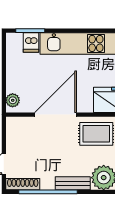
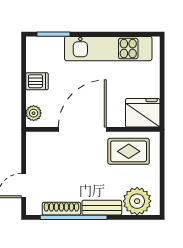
dishwasher: (31, 43) -> (37, 81), moved, turned -90
shoe rack: (23, 184) -> (61, 209), moved

